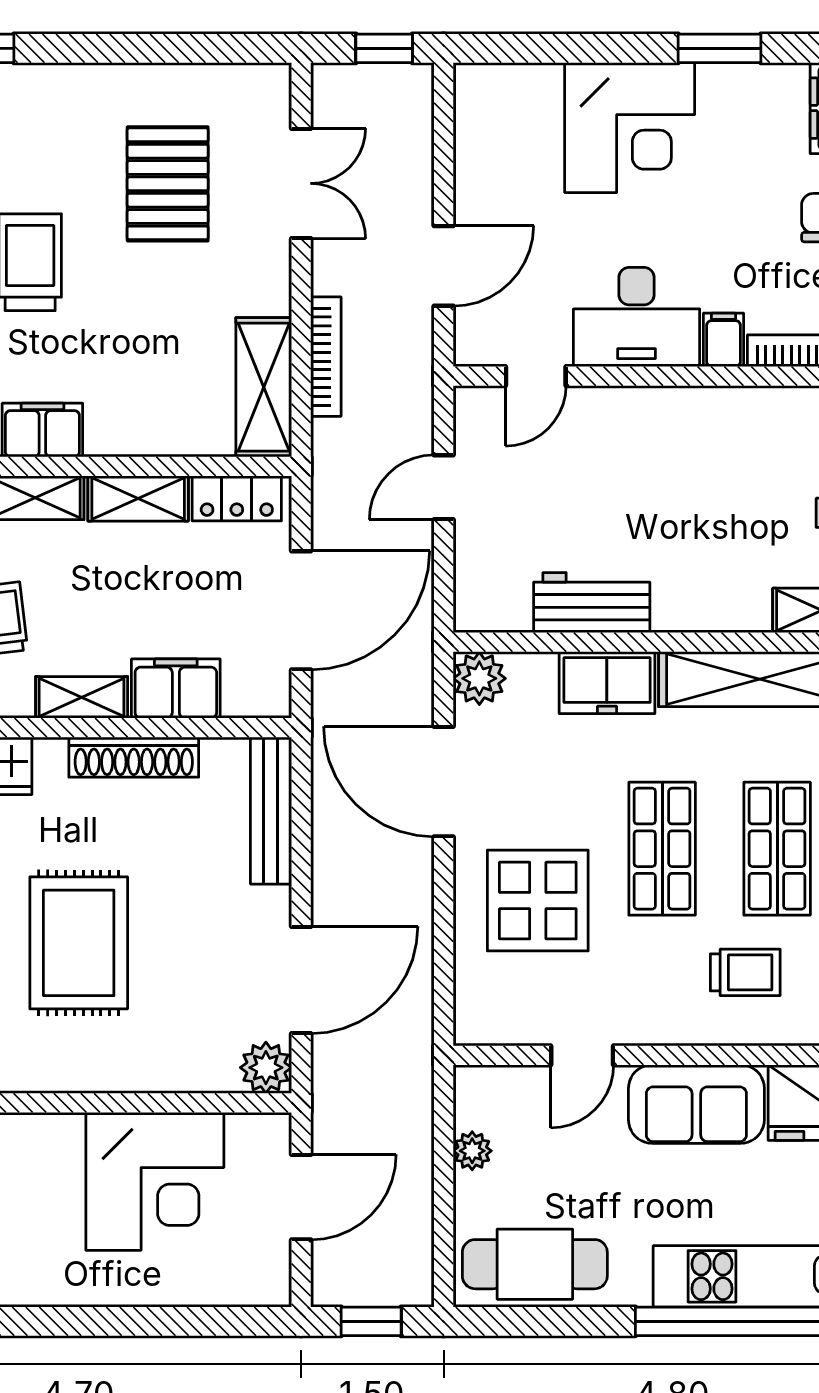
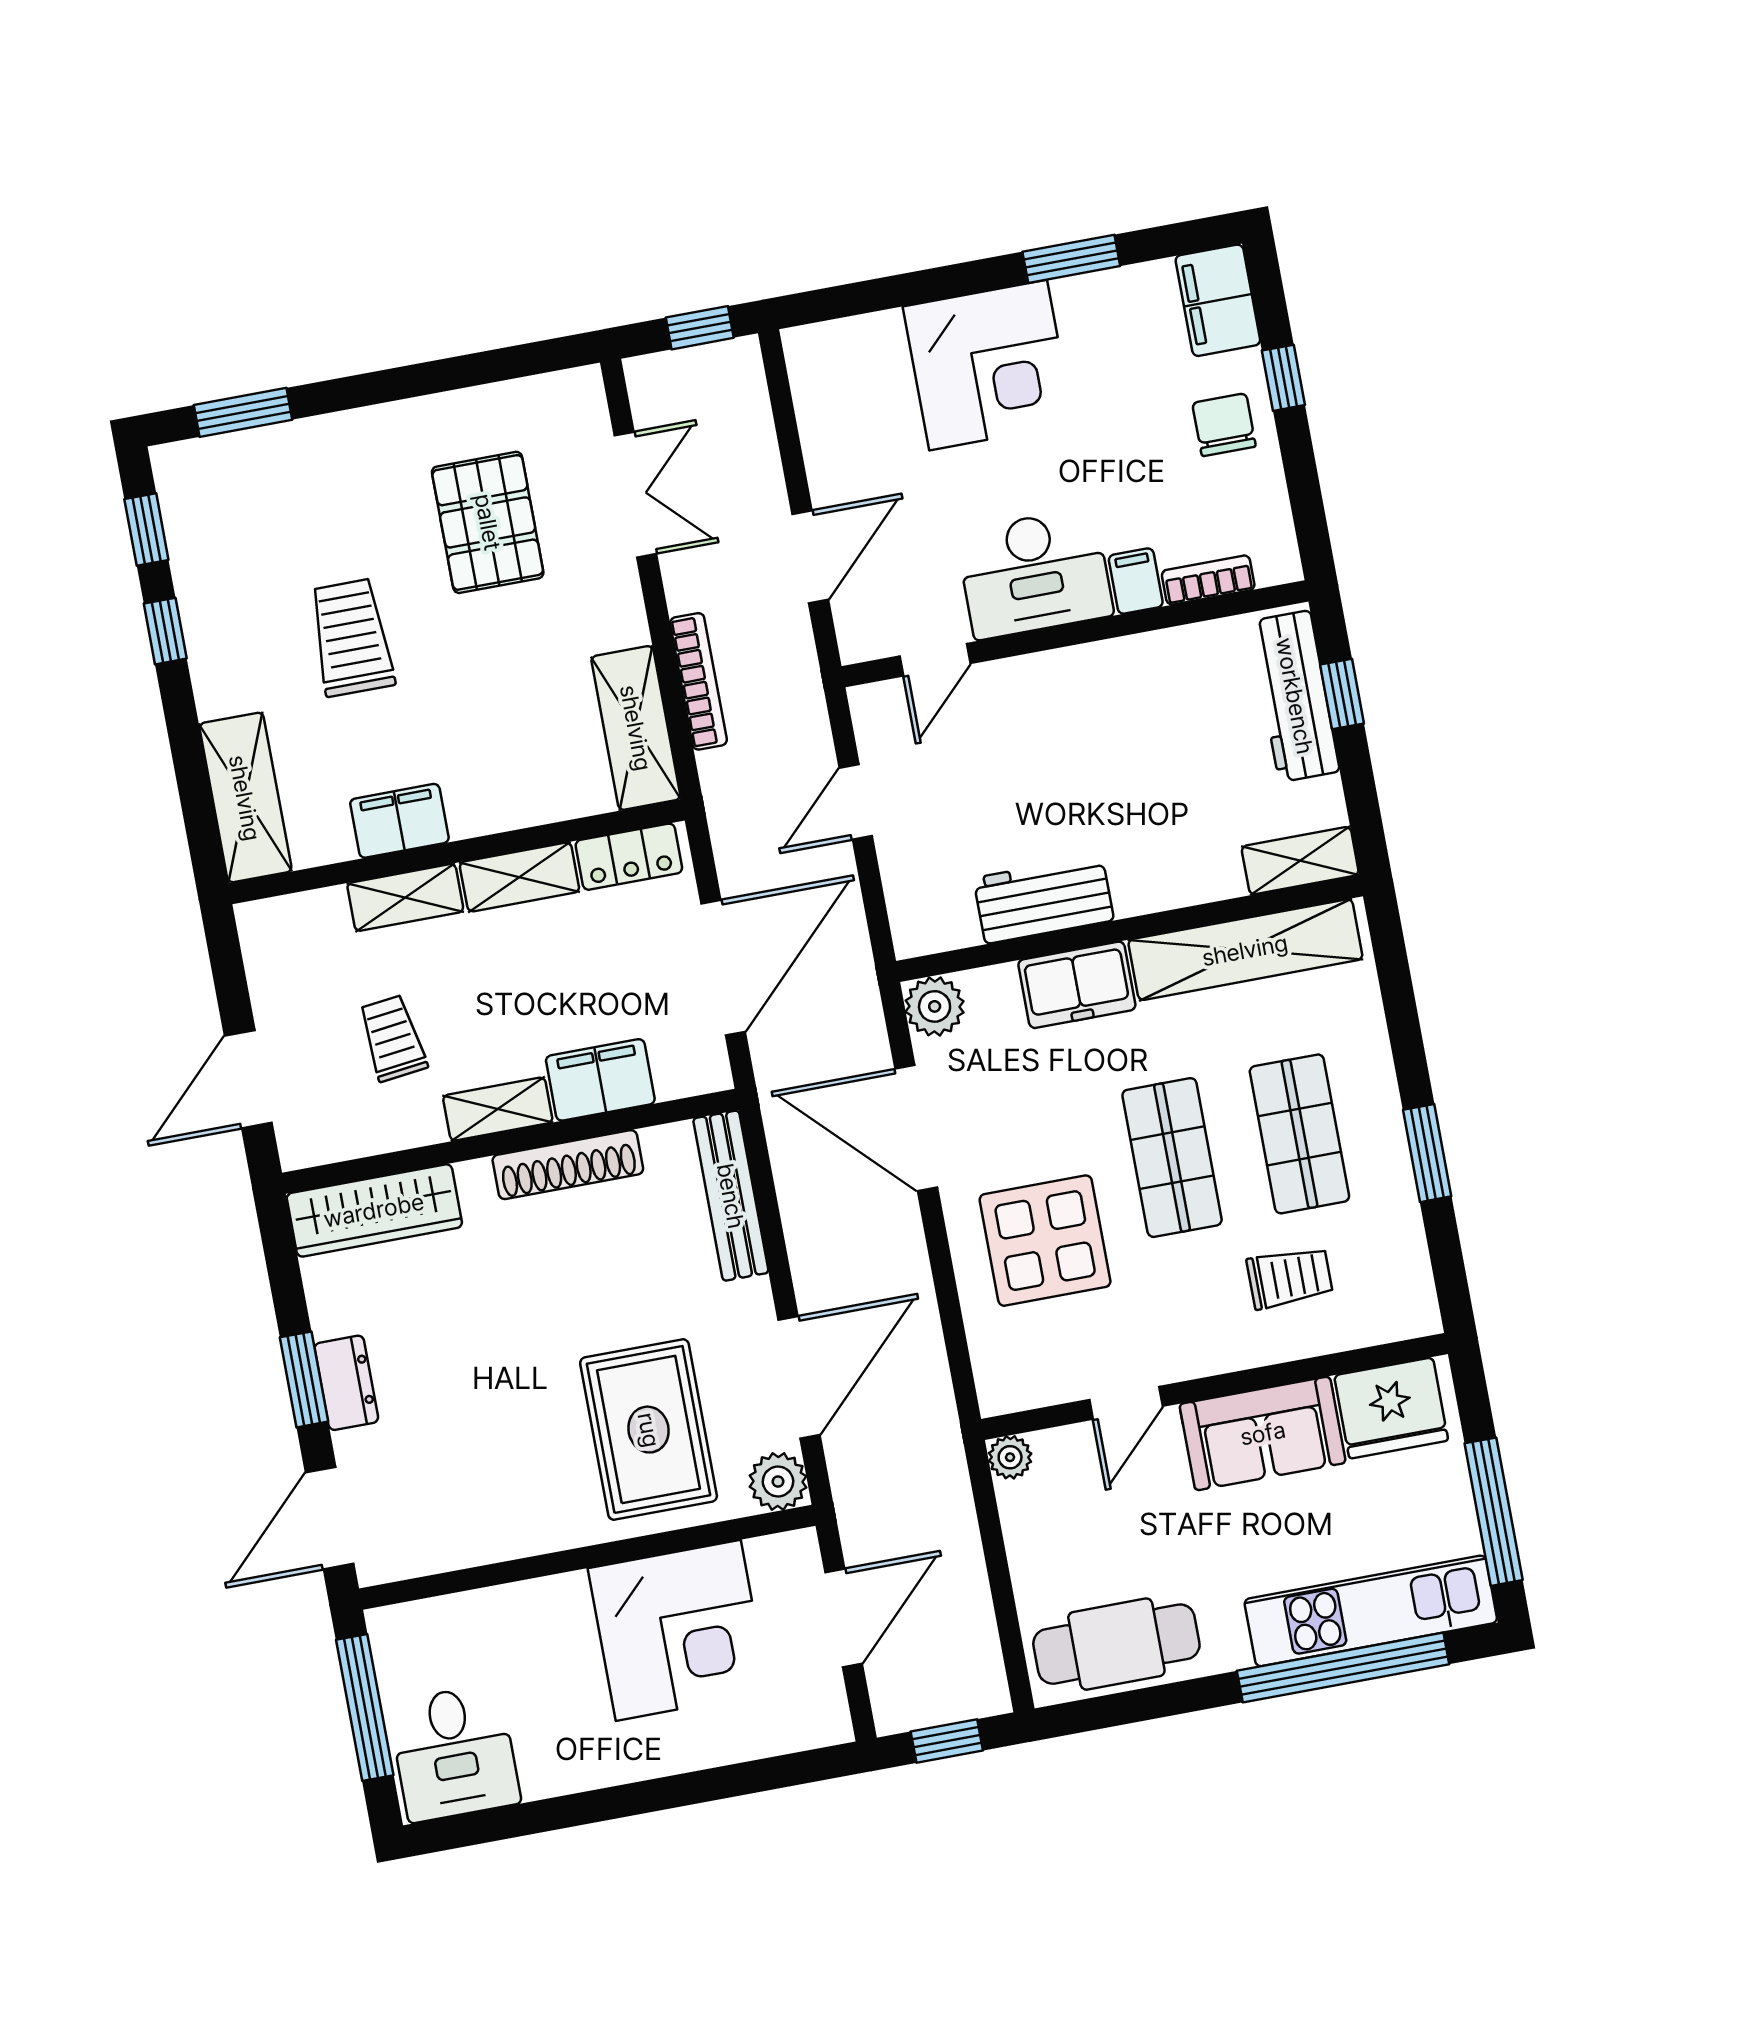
rug: (79, 943) -> (649, 1430), moved
plant: (472, 1151) -> (1010, 1457), moved

